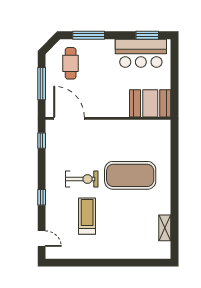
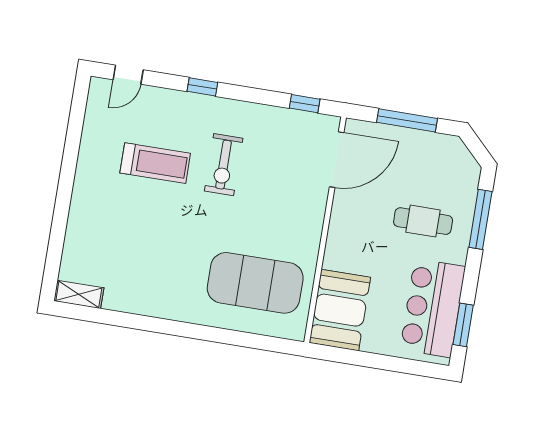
cafe table: (71, 63) -> (423, 221), moved
exercise mat: (130, 175) -> (255, 283), moved, turned 90
shelving: (165, 228) -> (79, 294), moved

